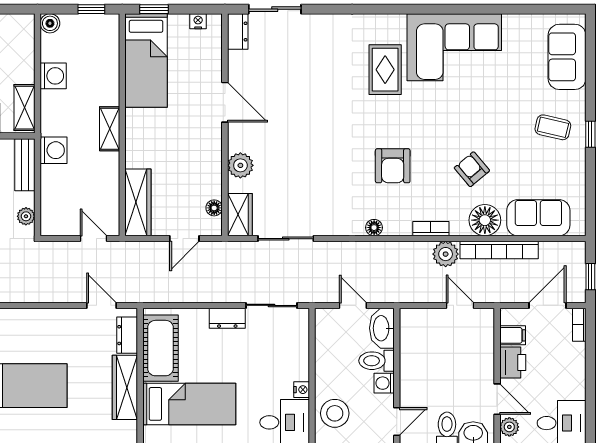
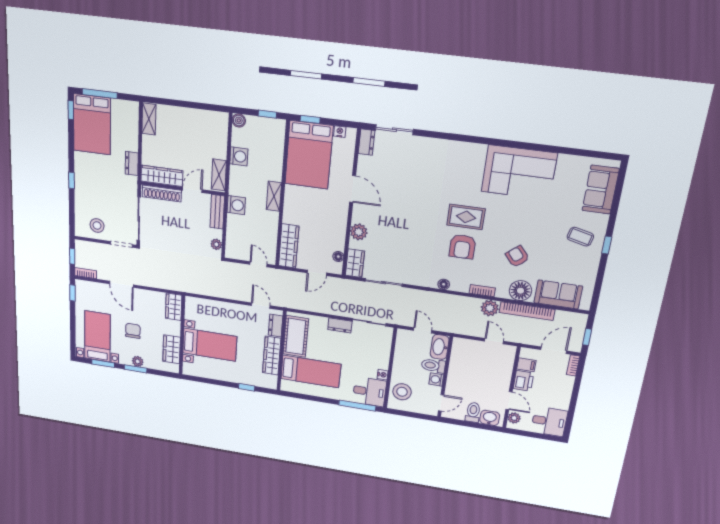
bed: (146, 60) -> (309, 155), width x1.50
rug: (385, 70) -> (466, 217), moved, turned 90

